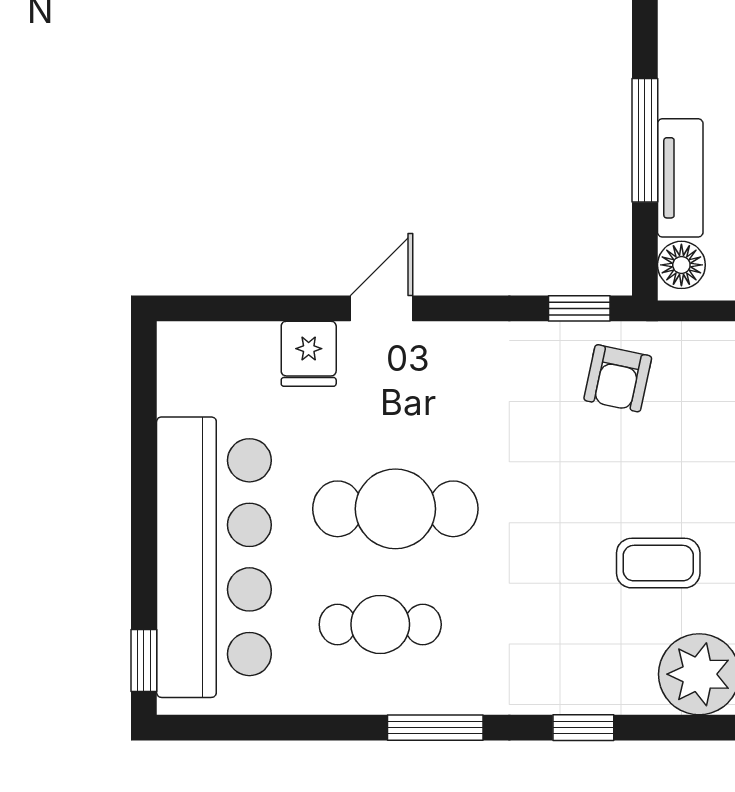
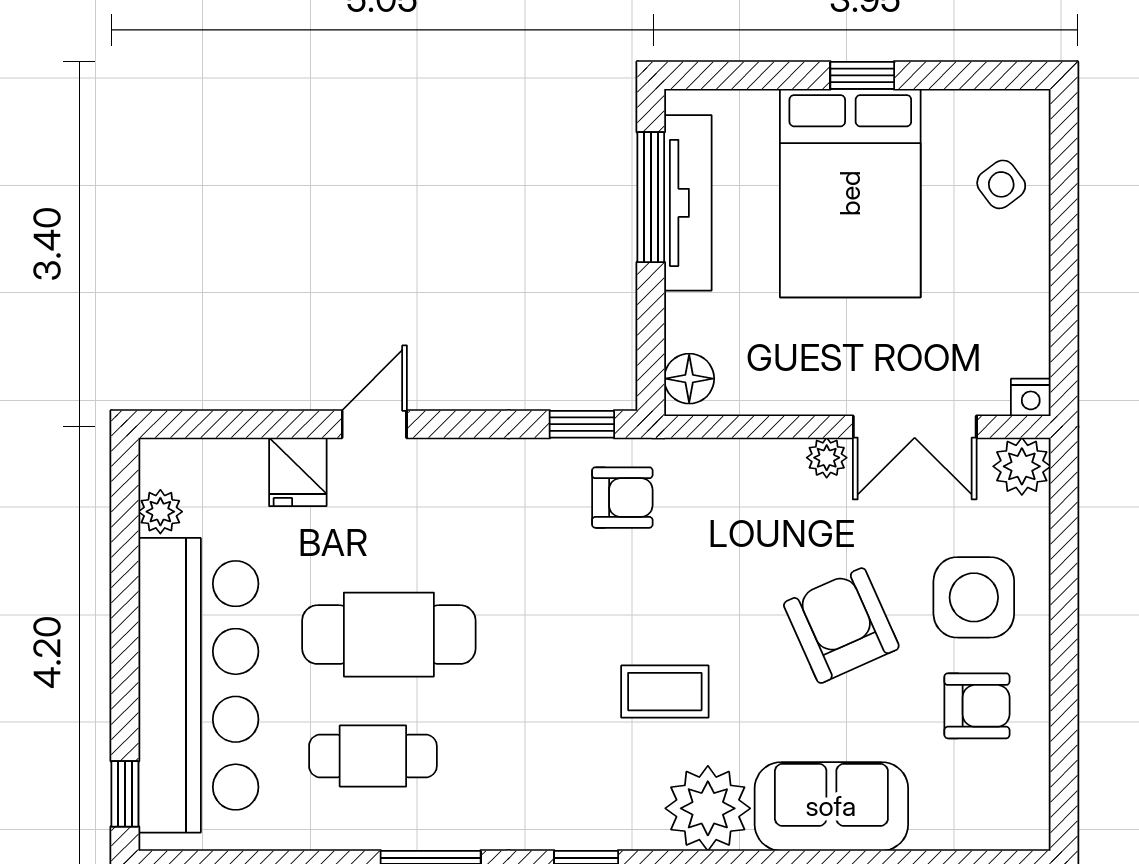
window: (645, 140) -> (651, 197), moved
tv unit: (680, 178) -> (688, 203), moved, width x1.41
armchair: (618, 378) -> (622, 498), turned -102
plant: (178, 392) -> (160, 512), added

